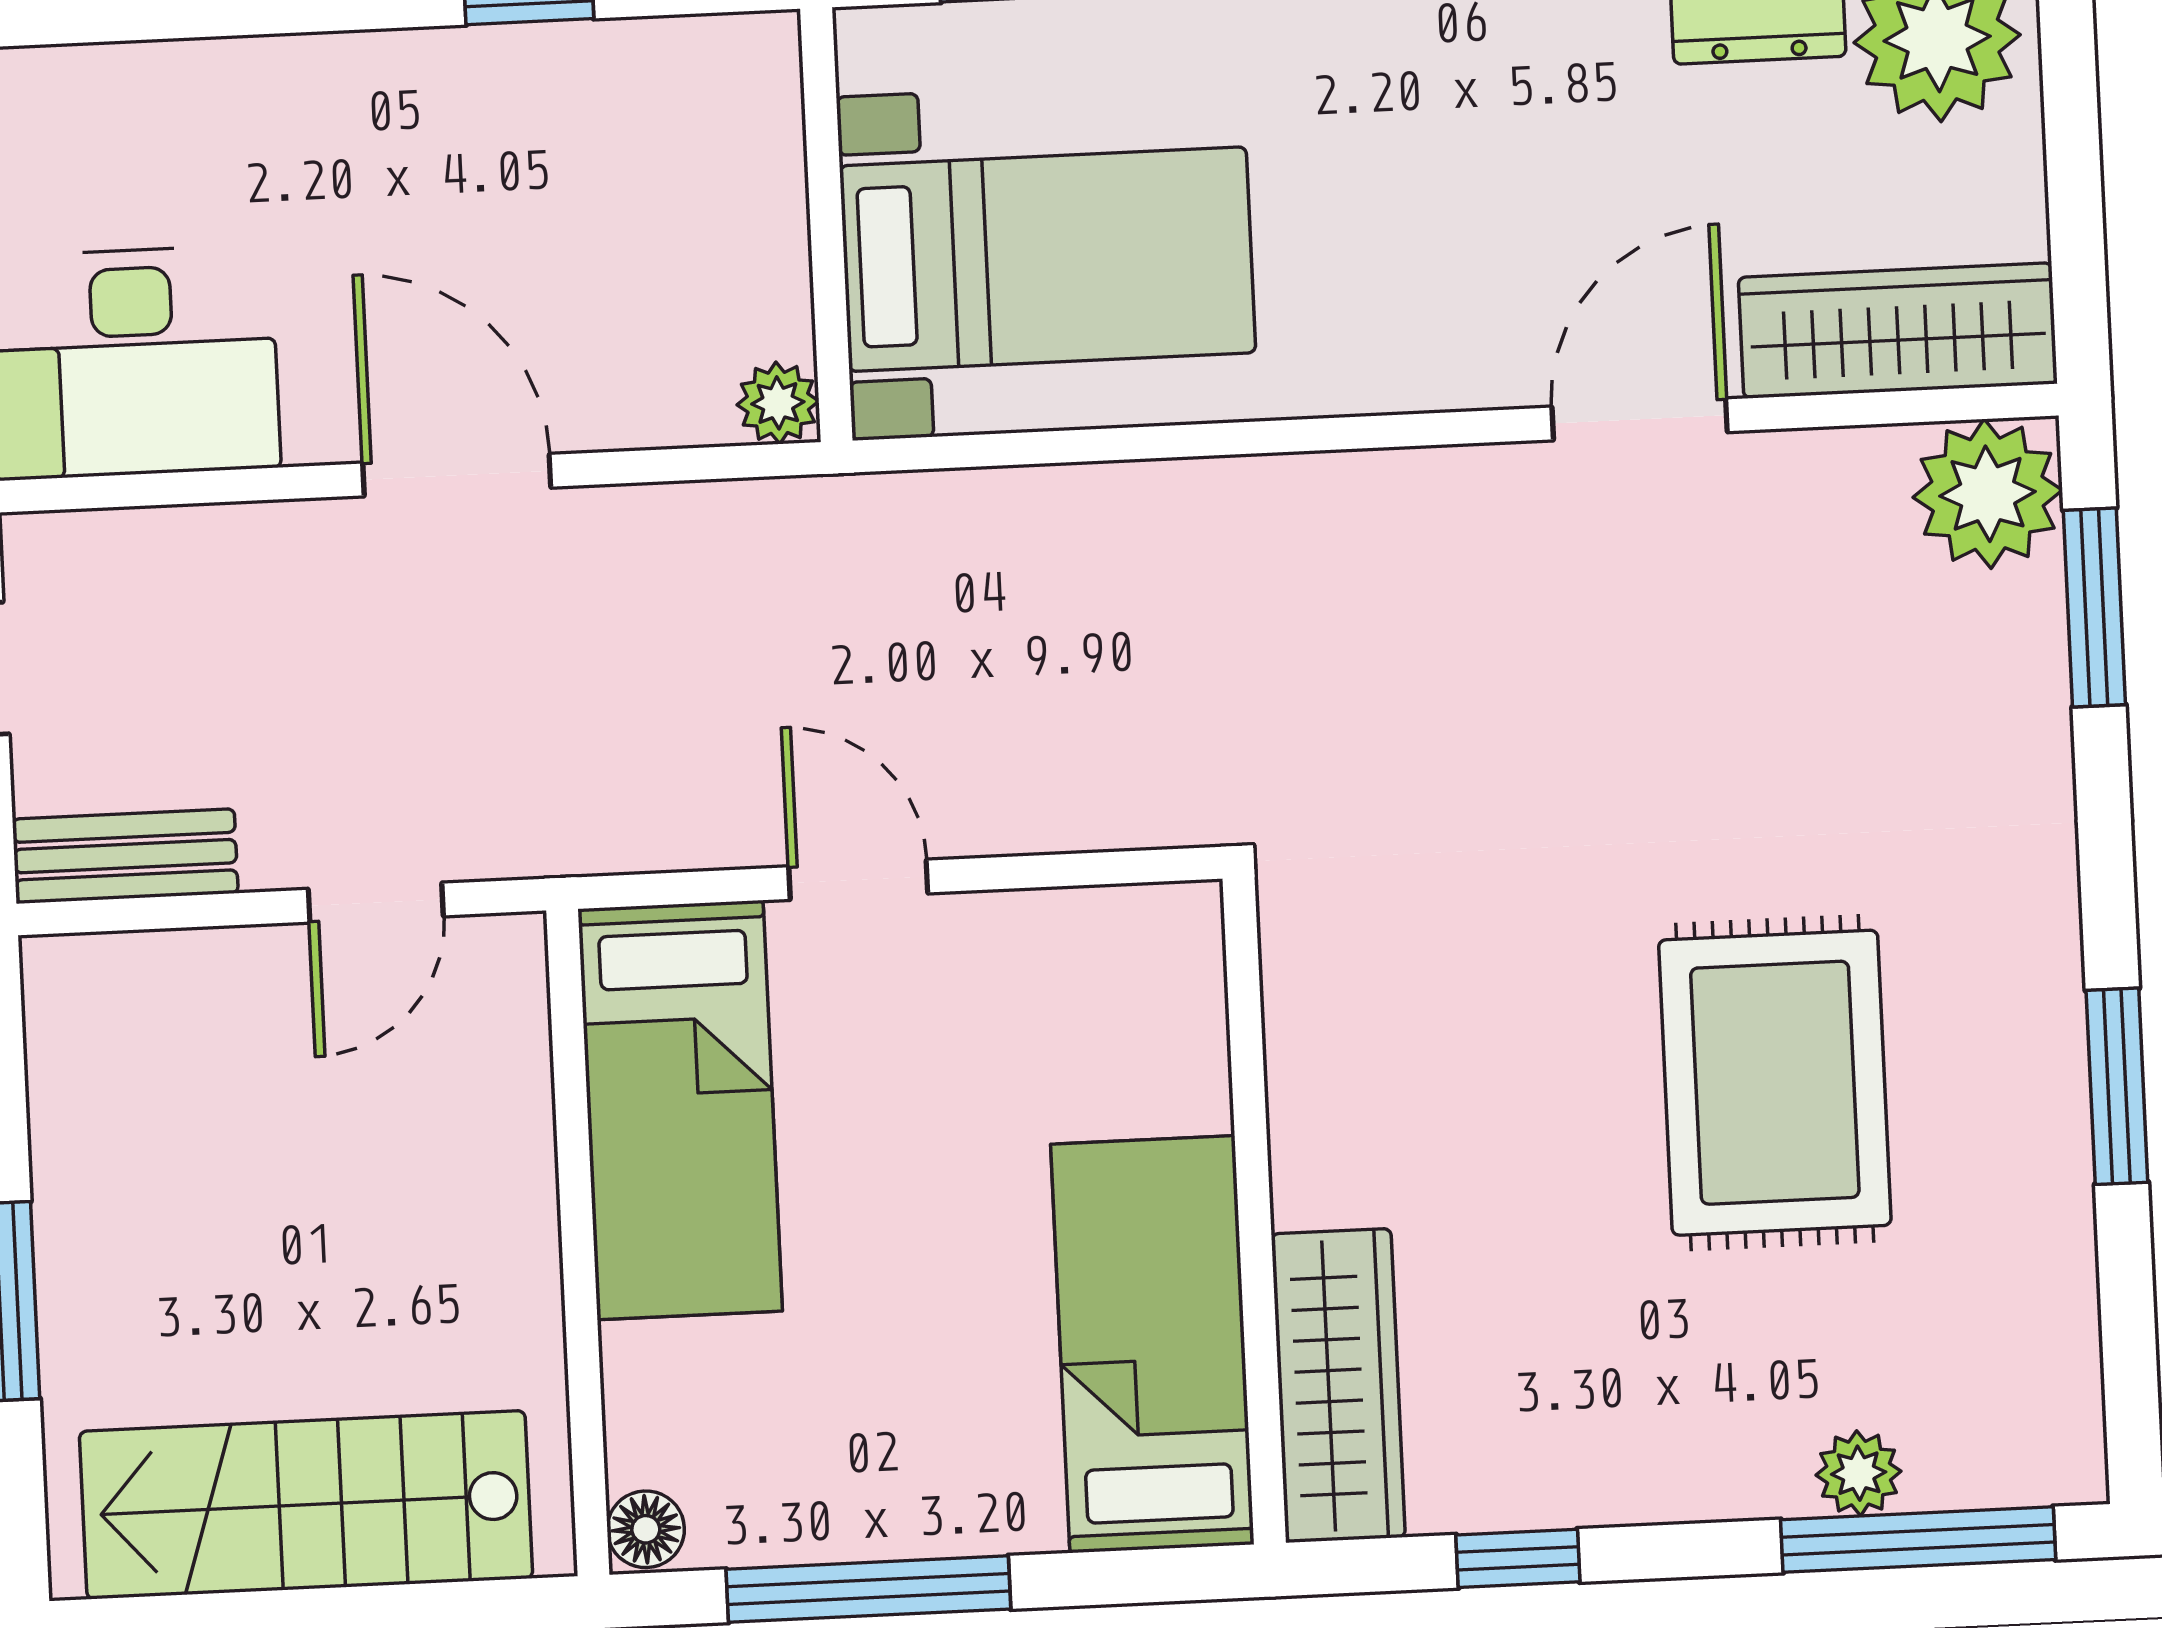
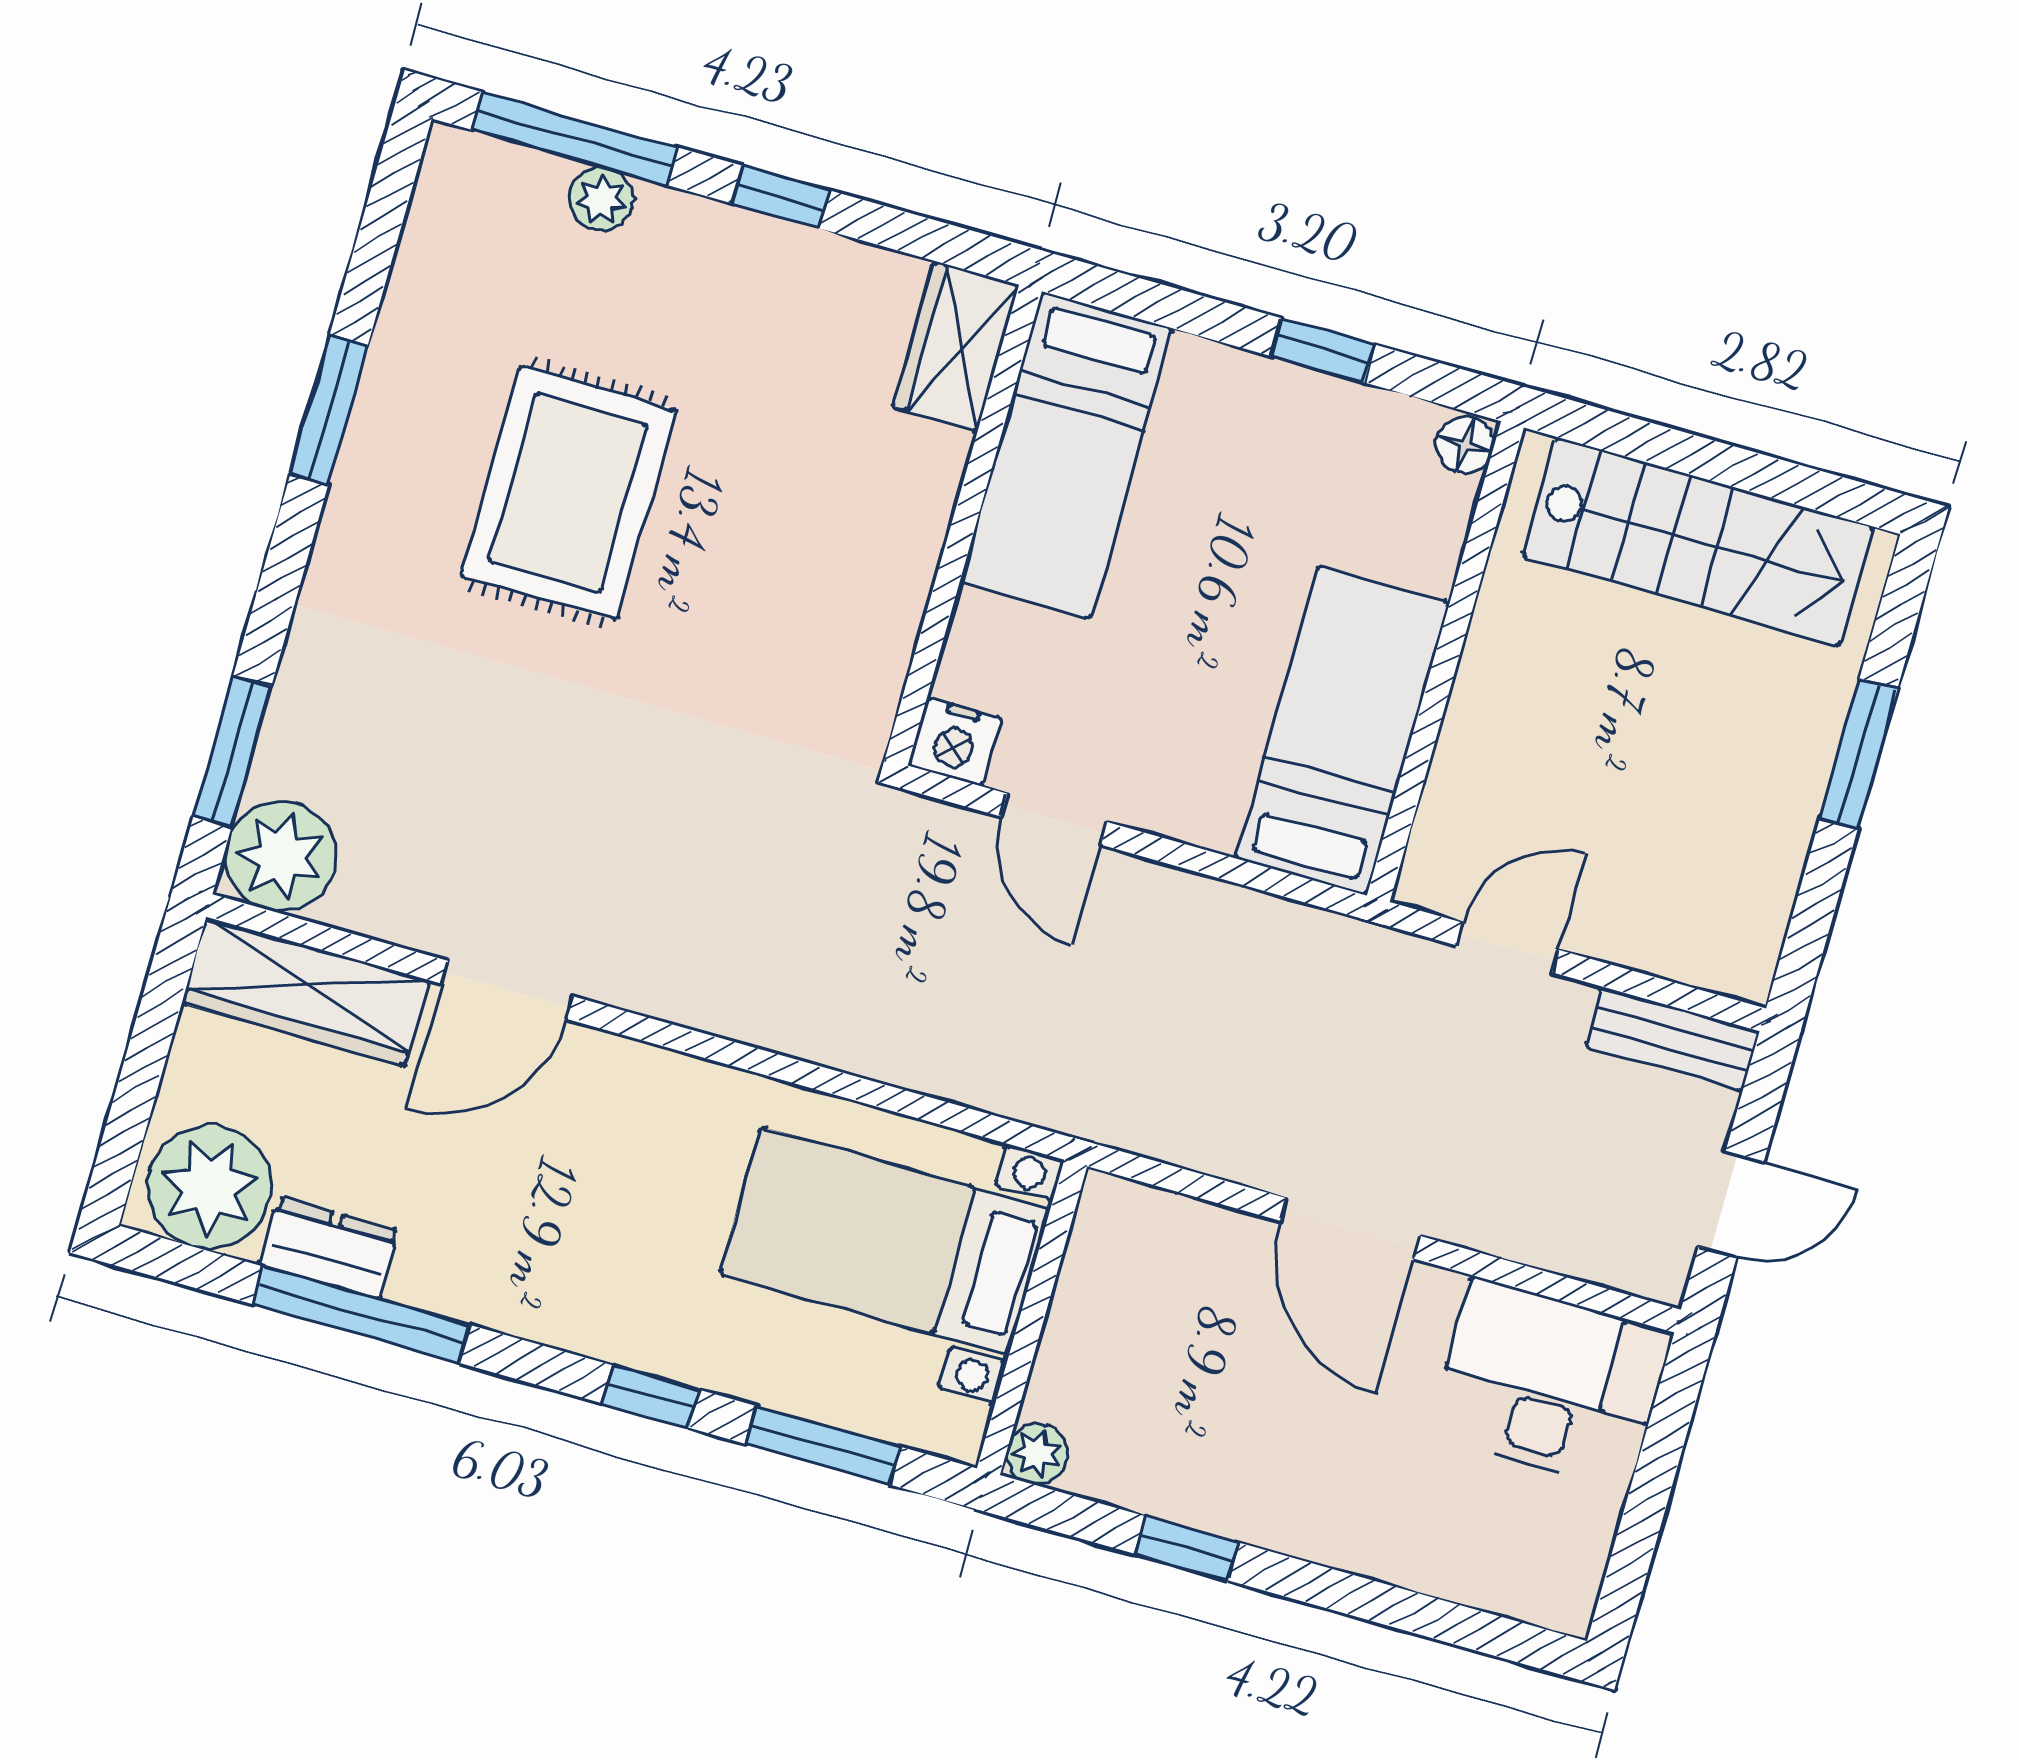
plant: (778, 403) -> (1037, 1454), moved
door: (858, 880) -> (1054, 819), moved
nightstand: (1172, 929) -> (955, 742), added
wardrobe: (1338, 1386) -> (956, 346), width x0.67
window: (1518, 1558) -> (781, 197), moved
window: (868, 1589) -> (1323, 350), width x0.46

